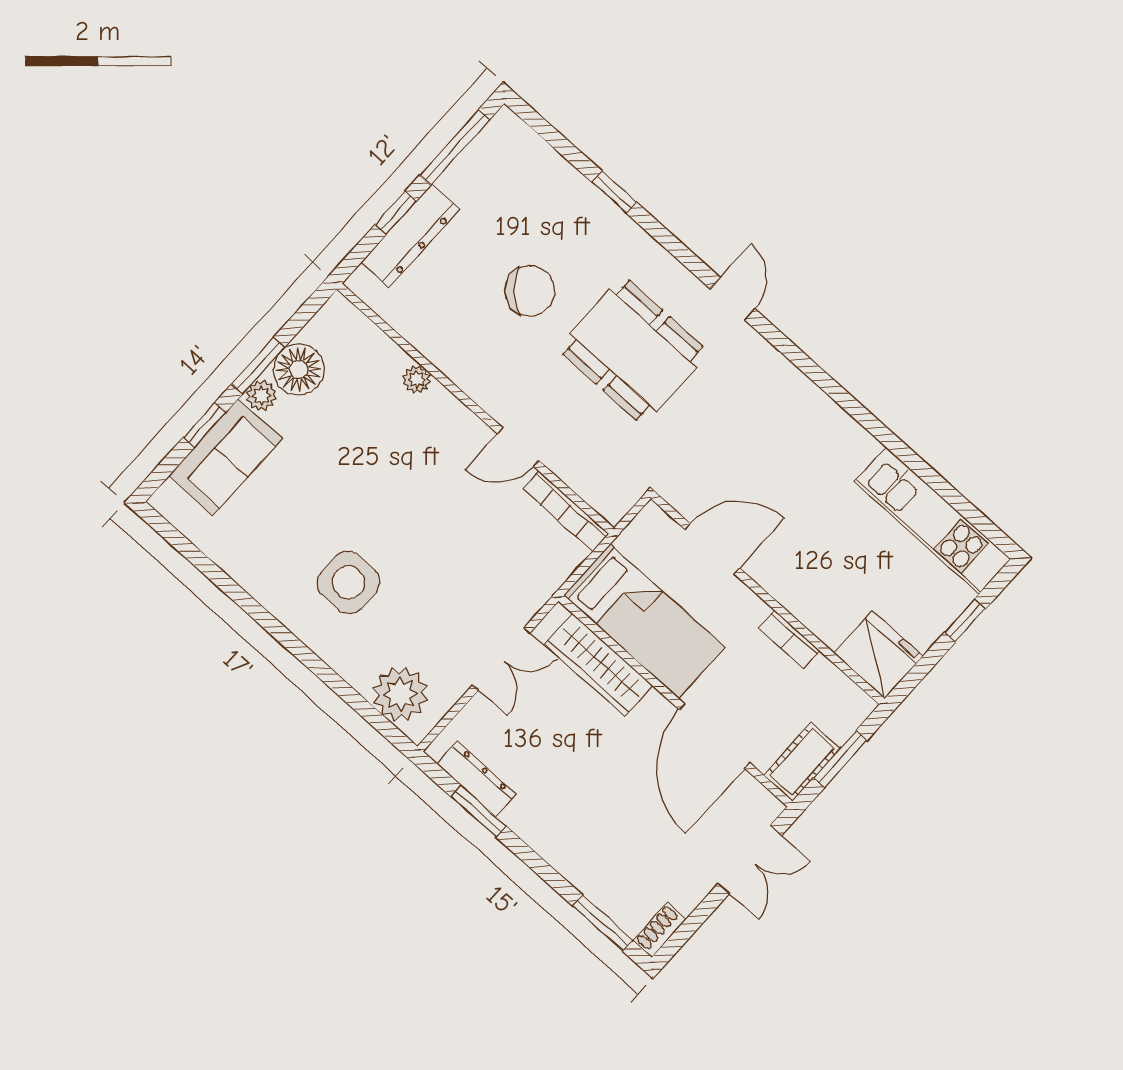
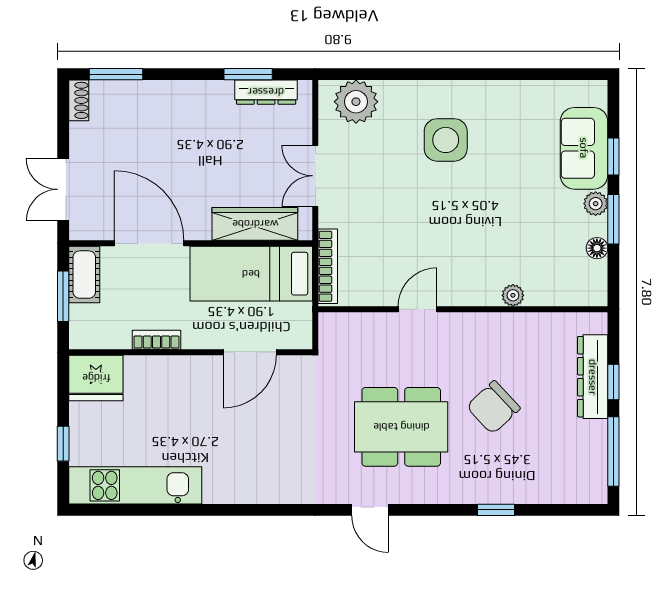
floor lamp: (299, 369) -> (597, 248), width x0.53, depth x0.53
bookcase: (566, 511) -> (328, 266), moved, turned 90

